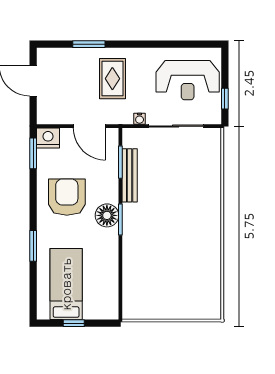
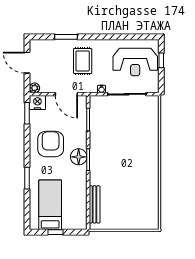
window: (225, 99) -> (161, 60), moved
plant: (44, 117) -> (35, 88), added
bench: (130, 175) -> (95, 204), moved

